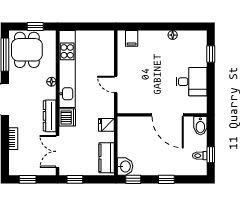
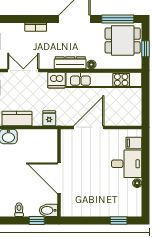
desk: (191, 82) -> (127, 164), moved, turned -90
door: (116, 84) -> (89, 127), width x1.87
door: (168, 115) -> (59, 178), hinge flipped
dresser: (50, 116) -> (70, 63), moved
window: (211, 155) -> (37, 220), moved

